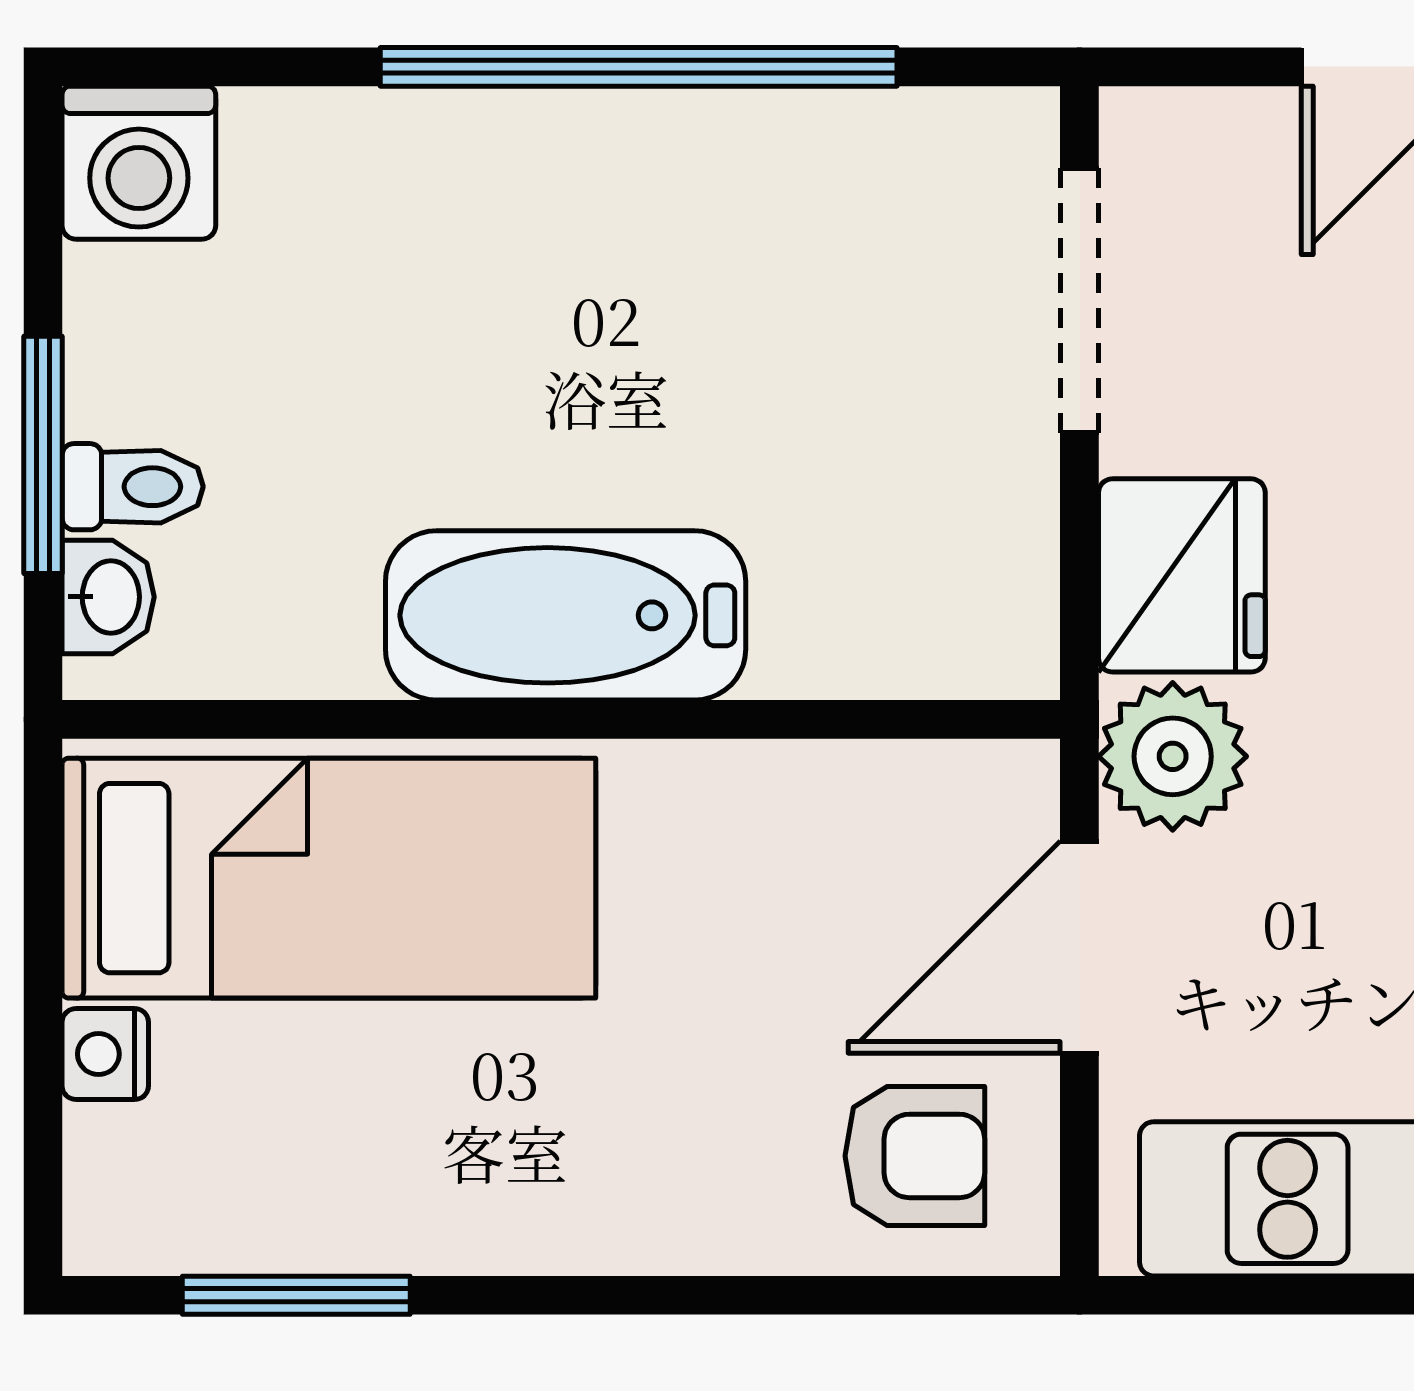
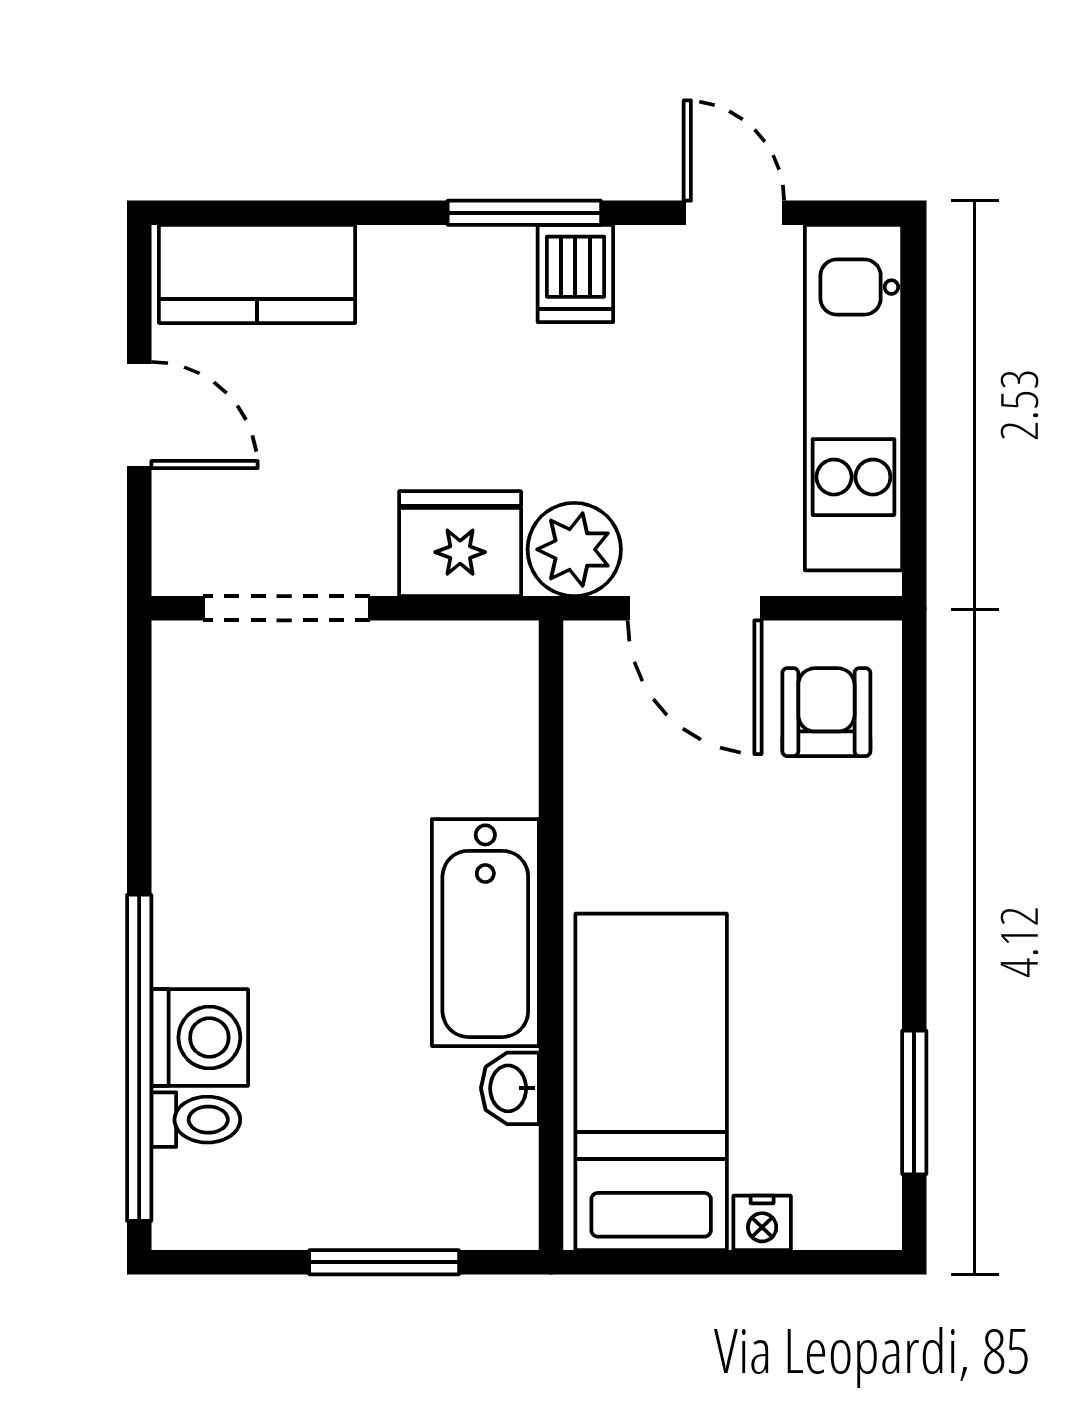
window: (639, 67) -> (139, 1058), moved
washing machine: (139, 163) -> (200, 1038), moved
toilet: (133, 487) -> (196, 1120), moved, turned 90
washbasin: (108, 597) -> (510, 1088), moved, turned -90

